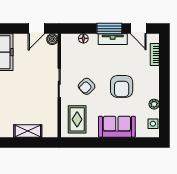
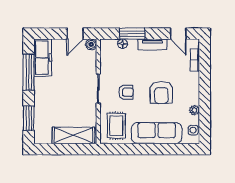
window: (109, 29) -> (132, 34), moved
armchair: (87, 86) -> (126, 92), turned -136
sofa: (117, 127) -> (157, 133), width x1.36
shelving: (28, 131) -> (73, 135), width x1.50, depth x1.33

